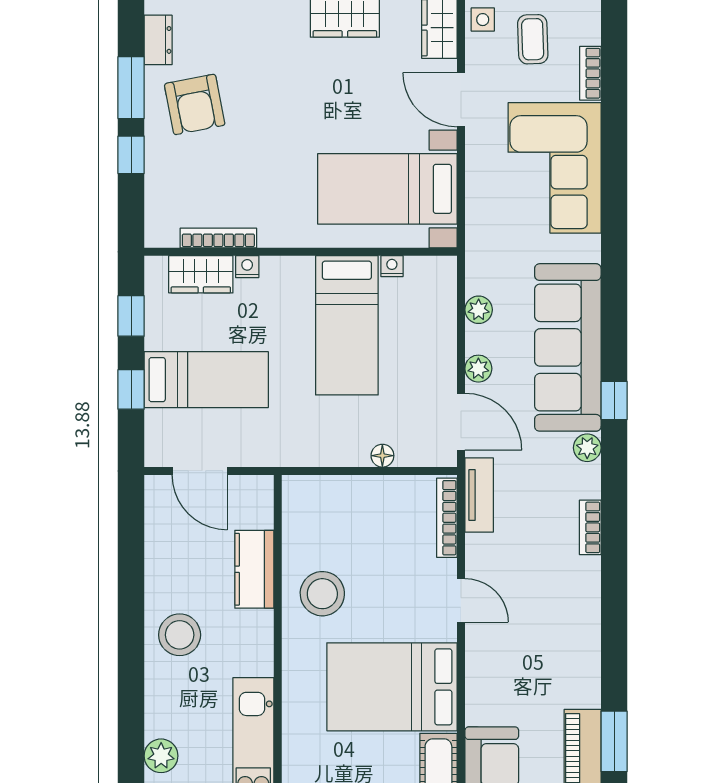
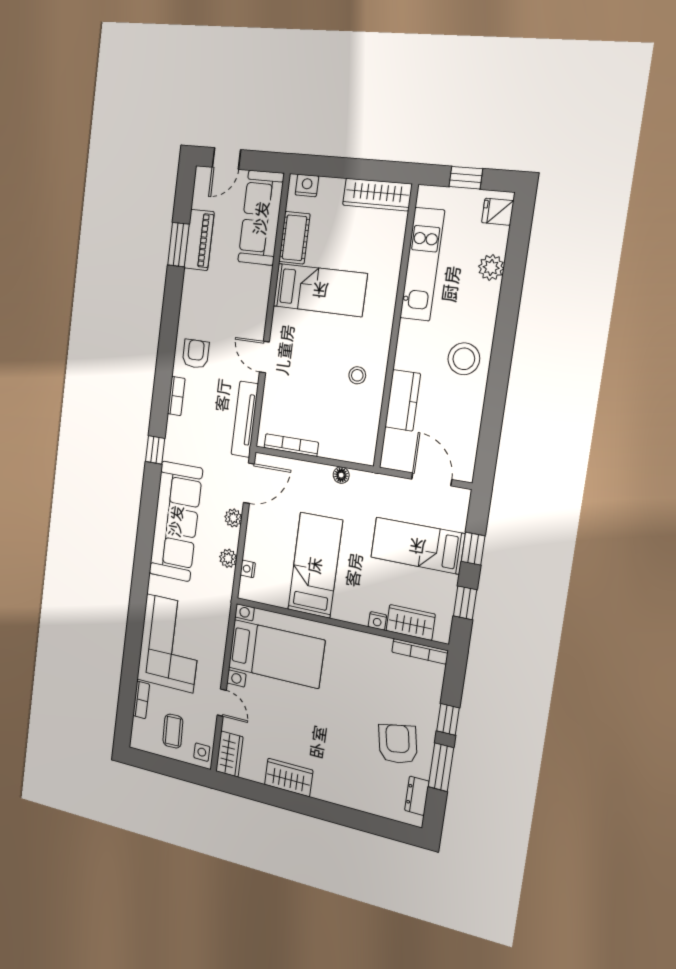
door: (461, 100) -> (222, 703), width x0.73
bookcase: (218, 238) -> (420, 651), moved
nightstand: (392, 266) -> (248, 569), moved, turned 90
window: (614, 401) -> (155, 450), moved
door: (461, 422) -> (249, 483), swing flipped
plant: (587, 448) -> (172, 451), removed
floor lamp: (382, 456) -> (341, 475), moved
tv unit: (479, 495) -> (245, 419), width x1.41
bookcase: (447, 518) -> (291, 445), moved, turned -90
armchair: (567, 591) -> (196, 354), added
stool: (322, 594) -> (357, 375), width x0.53, depth x0.53
bed: (392, 687) -> (320, 290), width x0.67

